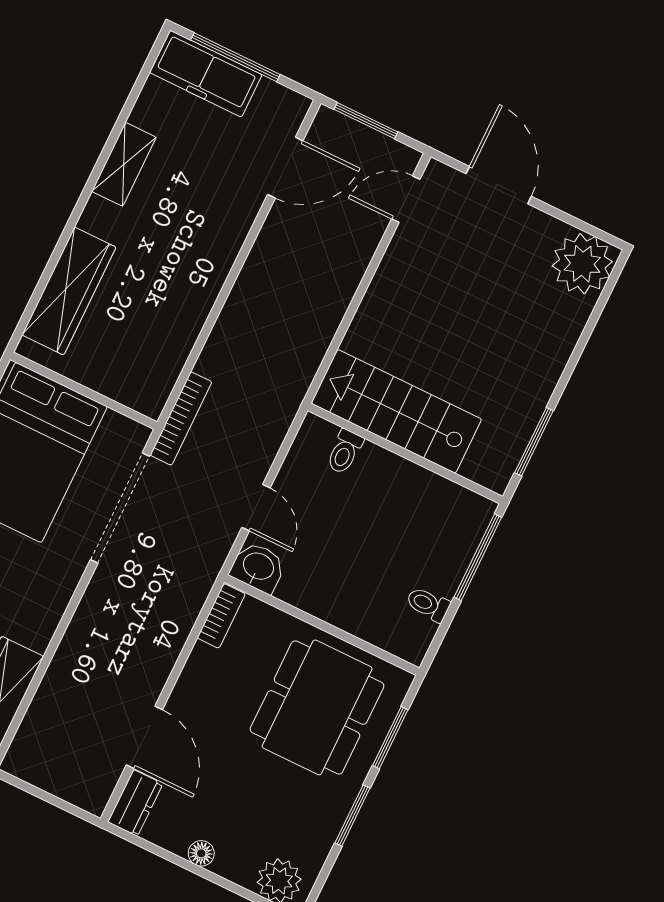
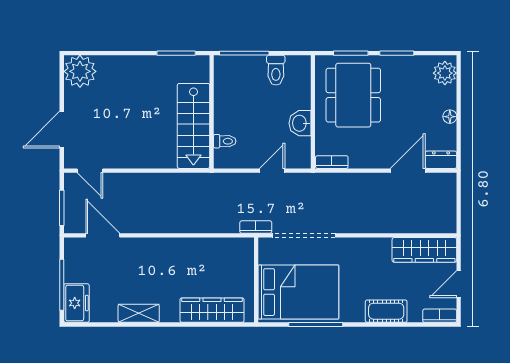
freezer: (206, 74) -> (76, 303), width x0.71
bookcase: (181, 419) -> (256, 227), width x0.64
washbasin: (258, 567) -> (300, 123), moved
toilet: (428, 604) -> (276, 70), width x1.37, depth x1.39
dining table: (317, 707) -> (353, 95), turned 90

